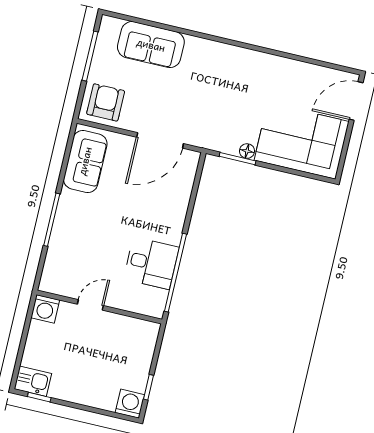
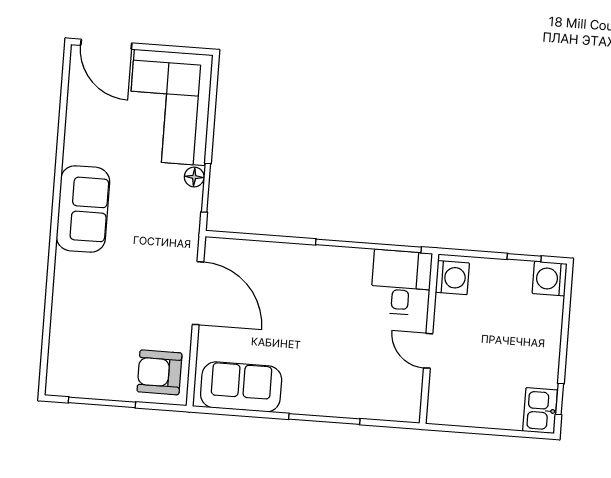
sofa: (151, 45) -> (83, 209), moved
desk: (151, 263) -> (401, 283), moved
washing machine: (45, 309) -> (452, 278), moved

